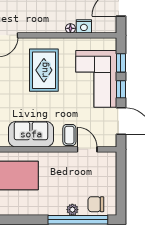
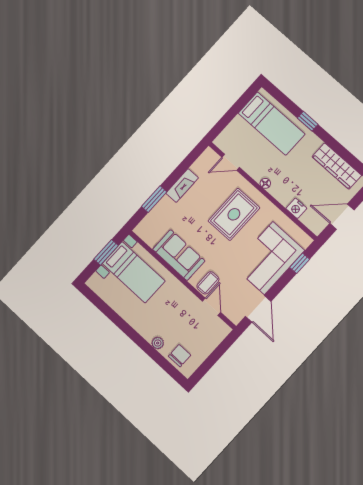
floor lamp: (70, 28) -> (265, 183), moved
window: (121, 89) -> (281, 284), removed
chair: (96, 204) -> (180, 356), turned 90
window: (78, 220) -> (155, 355), removed

